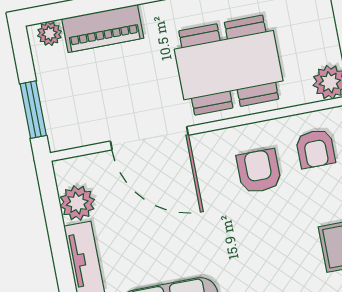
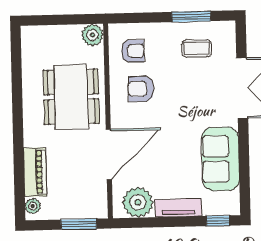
plant: (77, 203) -> (138, 202), width x1.36, depth x1.36

